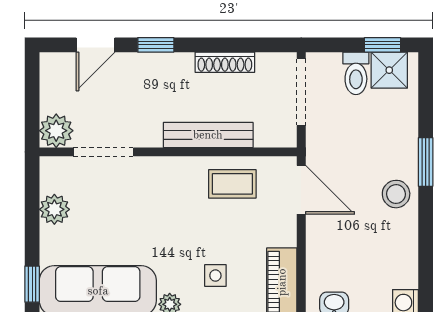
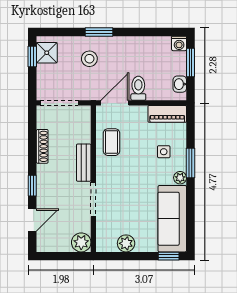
door: (96, 45) -> (32, 220), hinge flipped
toilet: (356, 73) -> (138, 88), moved, turned -90
bench: (208, 135) -> (84, 163), width x0.73
doorway: (103, 152) -> (93, 199), moved
stool: (396, 194) -> (89, 59), moved

